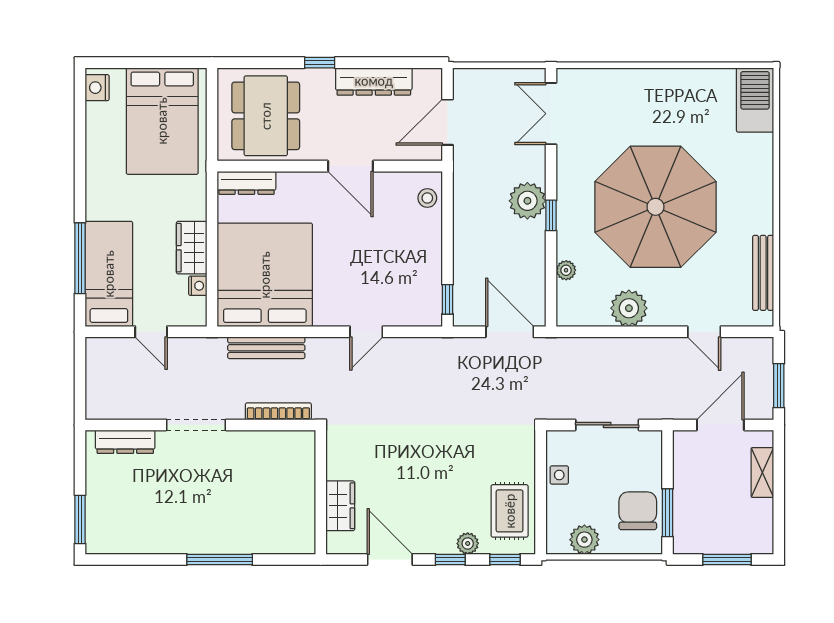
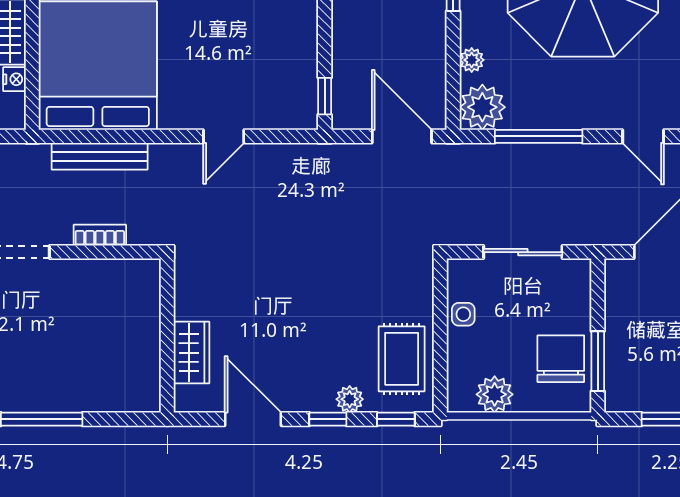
plant: (629, 308) -> (482, 107), moved
window: (620, 332) -> (539, 136), added
bookcase: (278, 411) -> (100, 235), width x0.64

